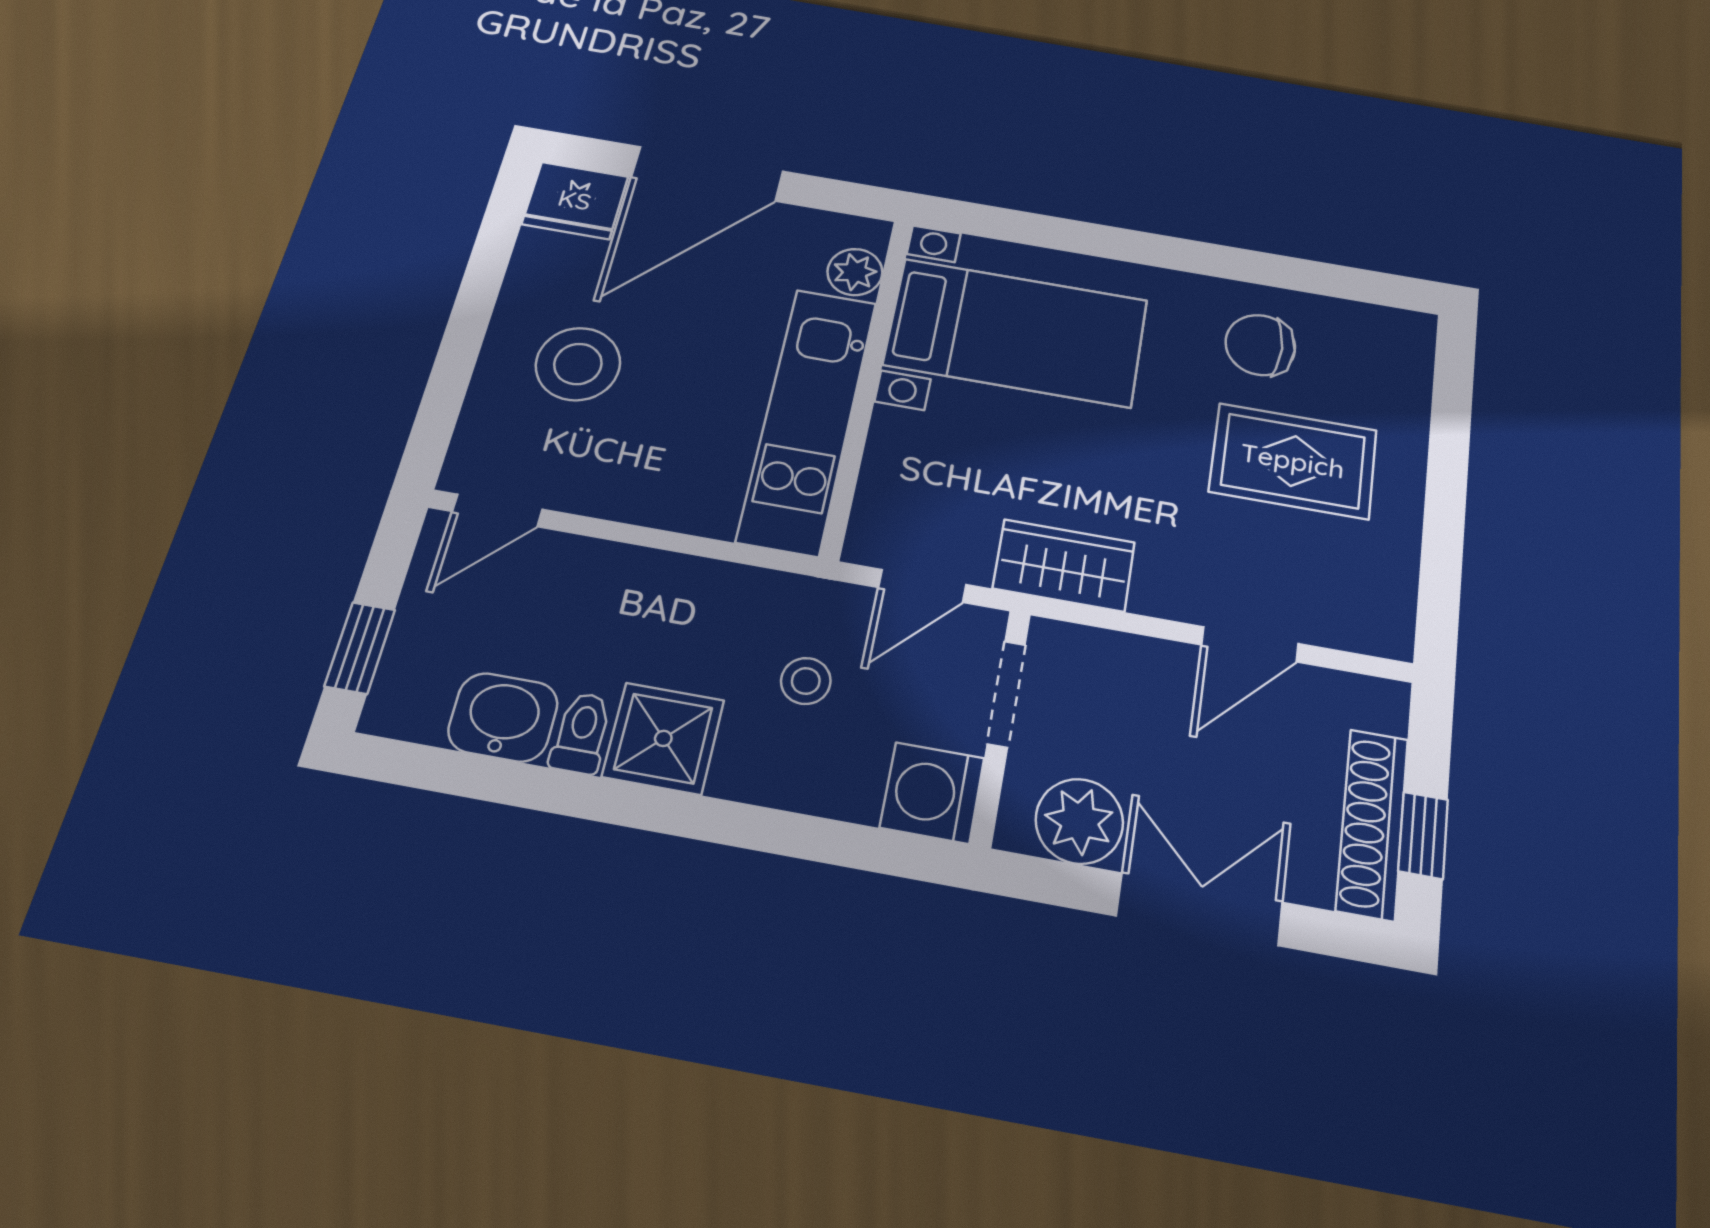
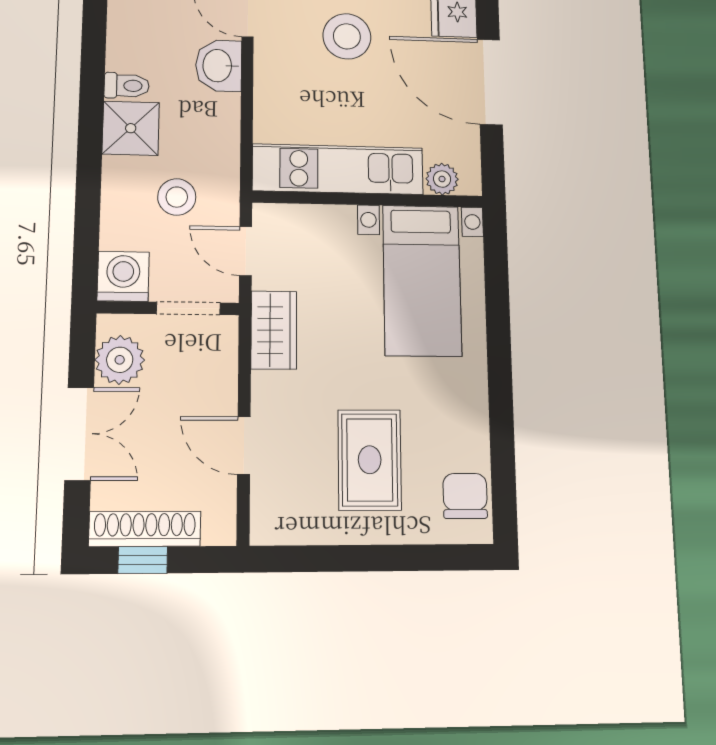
chair: (1260, 345) -> (465, 496), moved
stool: (806, 681) -> (177, 197), width x1.37, depth x1.37
washbasin: (503, 717) -> (219, 66), moved, turned 180

